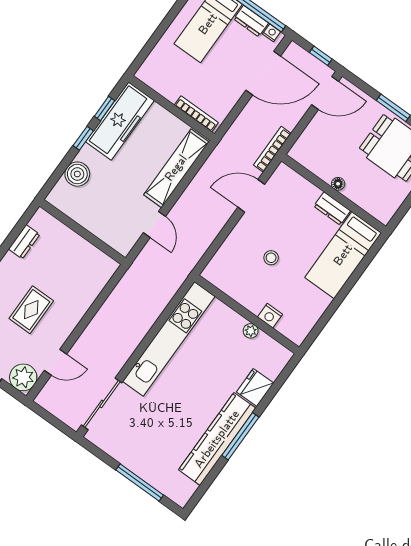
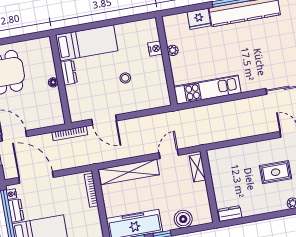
shelving: (113, 239) -> (198, 168), added
dresser: (24, 242) -> (230, 213), moved
kitchen unit: (169, 339) -> (207, 90), width x0.73

